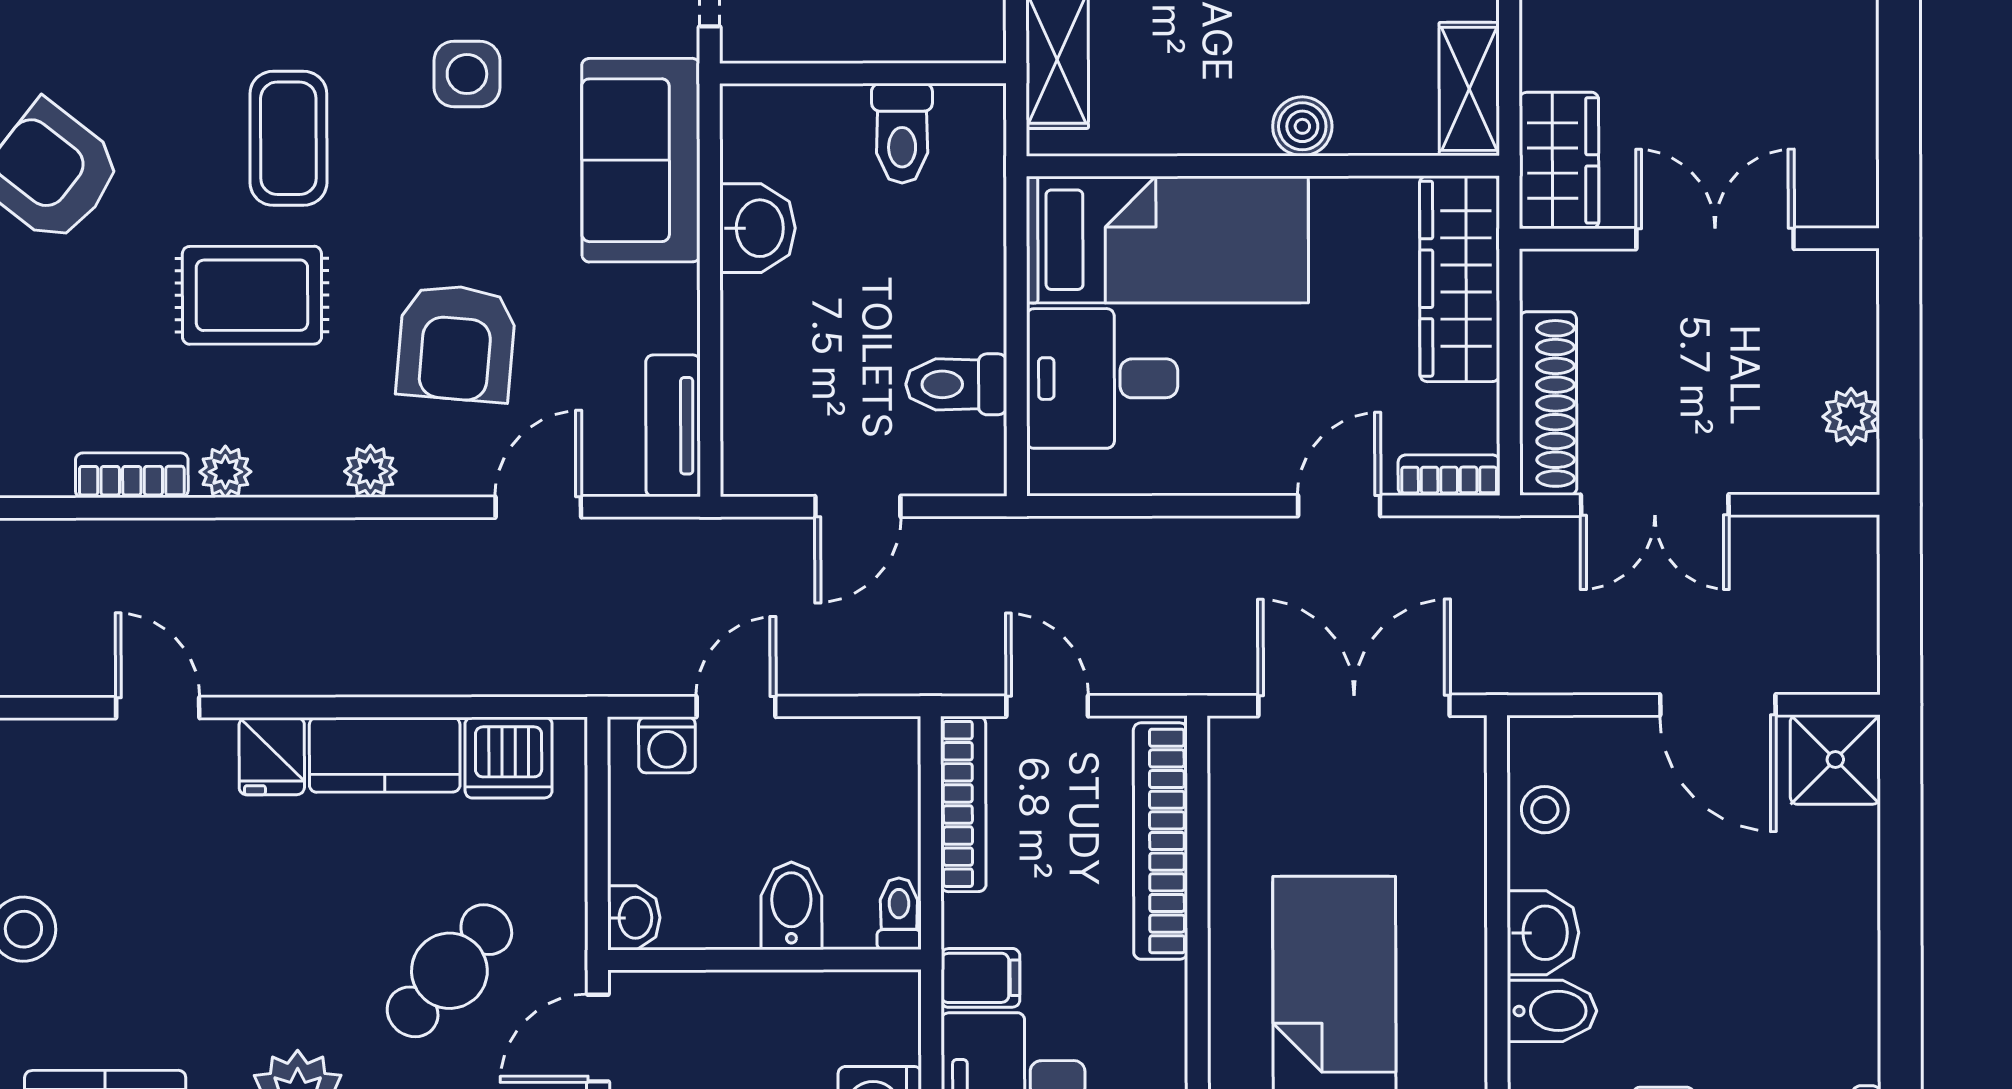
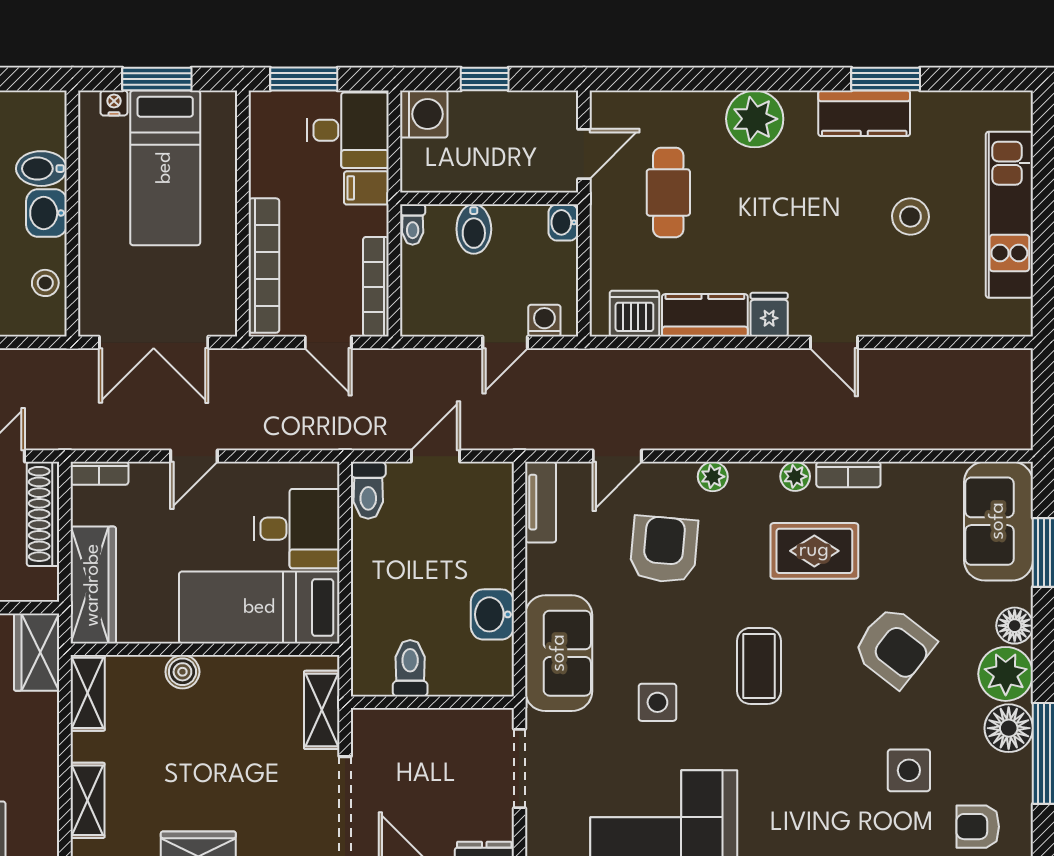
rug: (252, 295) -> (814, 551), moved
toilet: (956, 384) -> (368, 490), moved, turned 90
door: (1339, 506) -> (194, 456), moved
cafe table: (449, 971) -> (668, 192), turned -42

